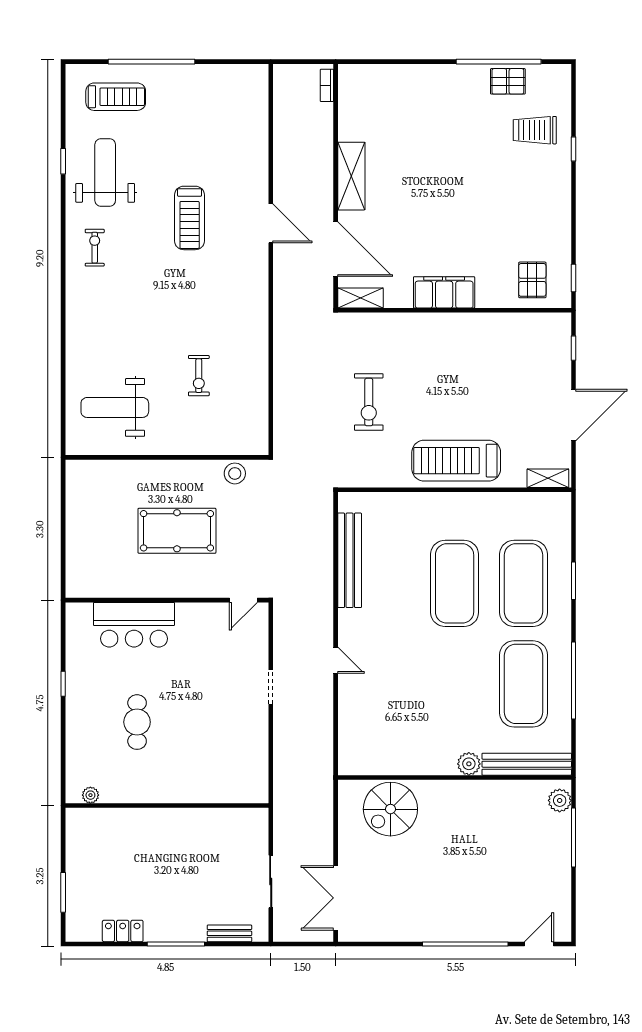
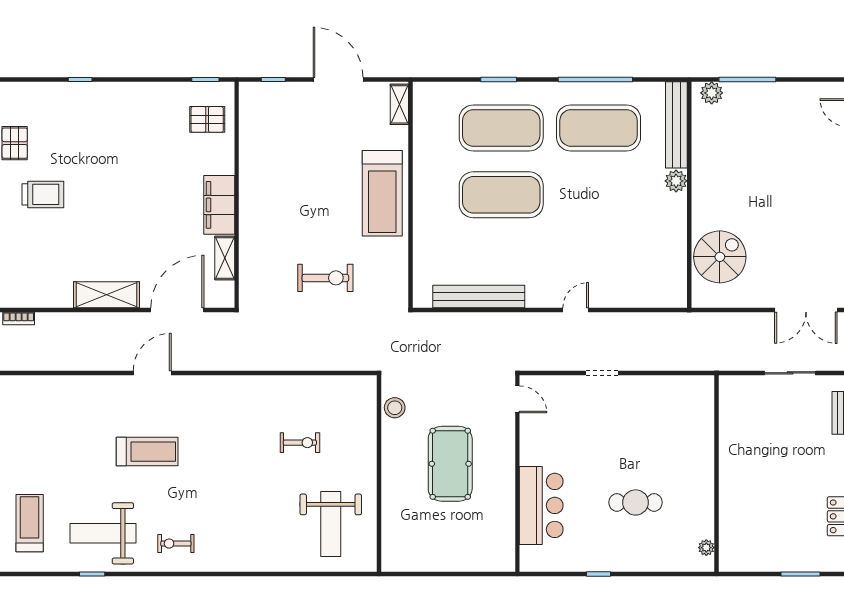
trolley: (535, 130) -> (43, 194), moved, turned -90
shelving: (360, 298) -> (225, 258), moved
spiral stairs: (390, 809) -> (720, 257), turned -90

